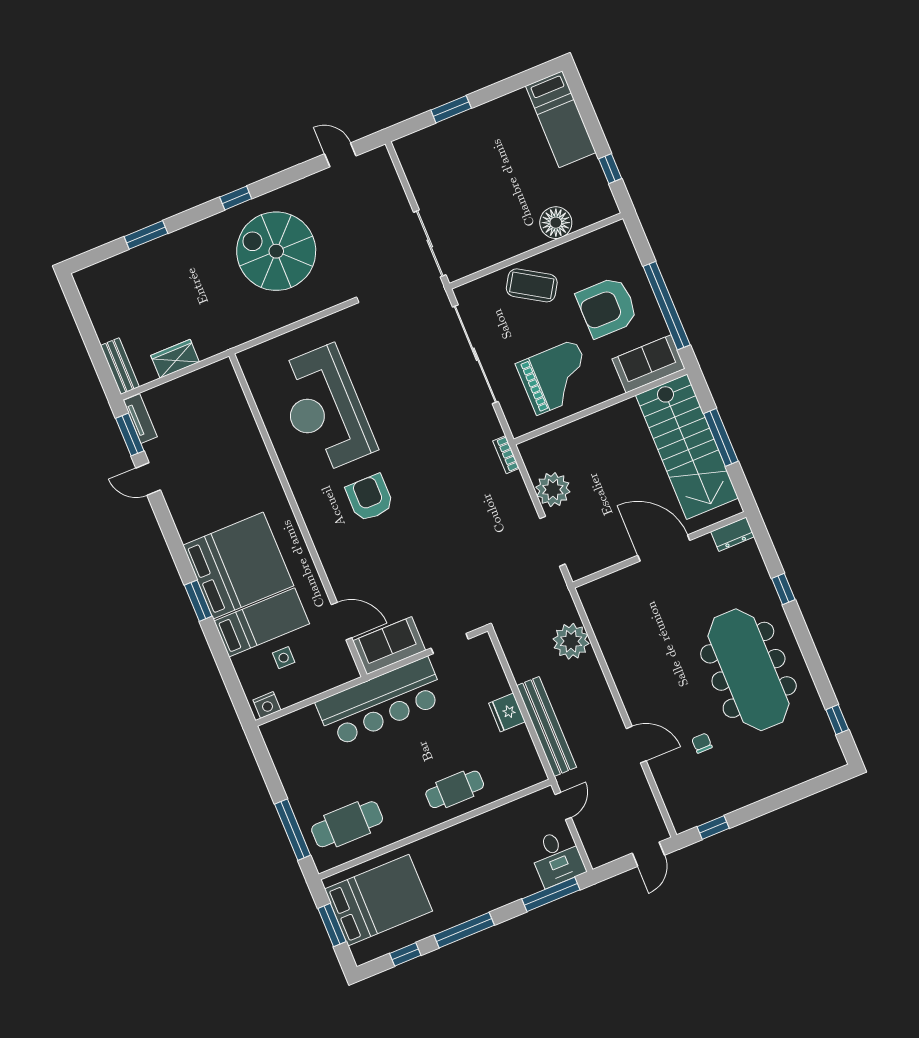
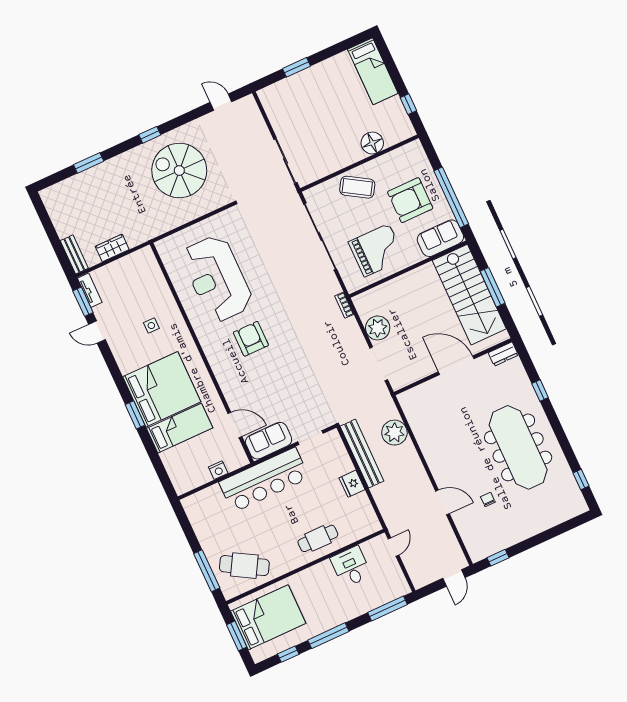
side table: (284, 658) -> (151, 326), moved
nightstand: (267, 705) -> (218, 470), moved
bench: (546, 726) -> (362, 454), moved
cafe table: (347, 824) -> (244, 566), turned 30
desk: (557, 858) -> (351, 567), moved, turned 180

